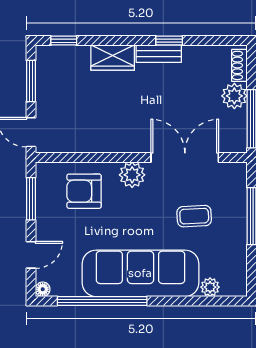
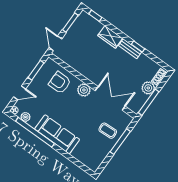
coffee table: (194, 216) -> (108, 131), moved
sofa: (140, 273) -> (57, 134), width x0.74, depth x0.79
plant: (210, 287) -> (25, 117), moved

